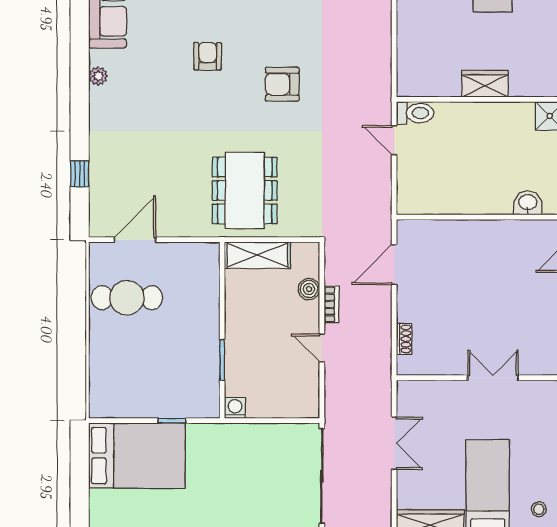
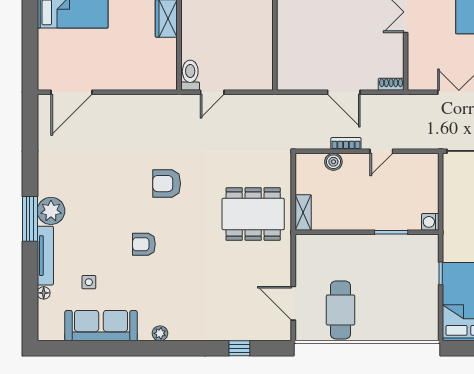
armchair: (282, 84) -> (167, 184), turned 90
shelving: (257, 255) -> (303, 213), width x0.67, depth x0.75
door: (394, 265) -> (344, 92), moved
shoe rack: (404, 339) -> (391, 84), moved

